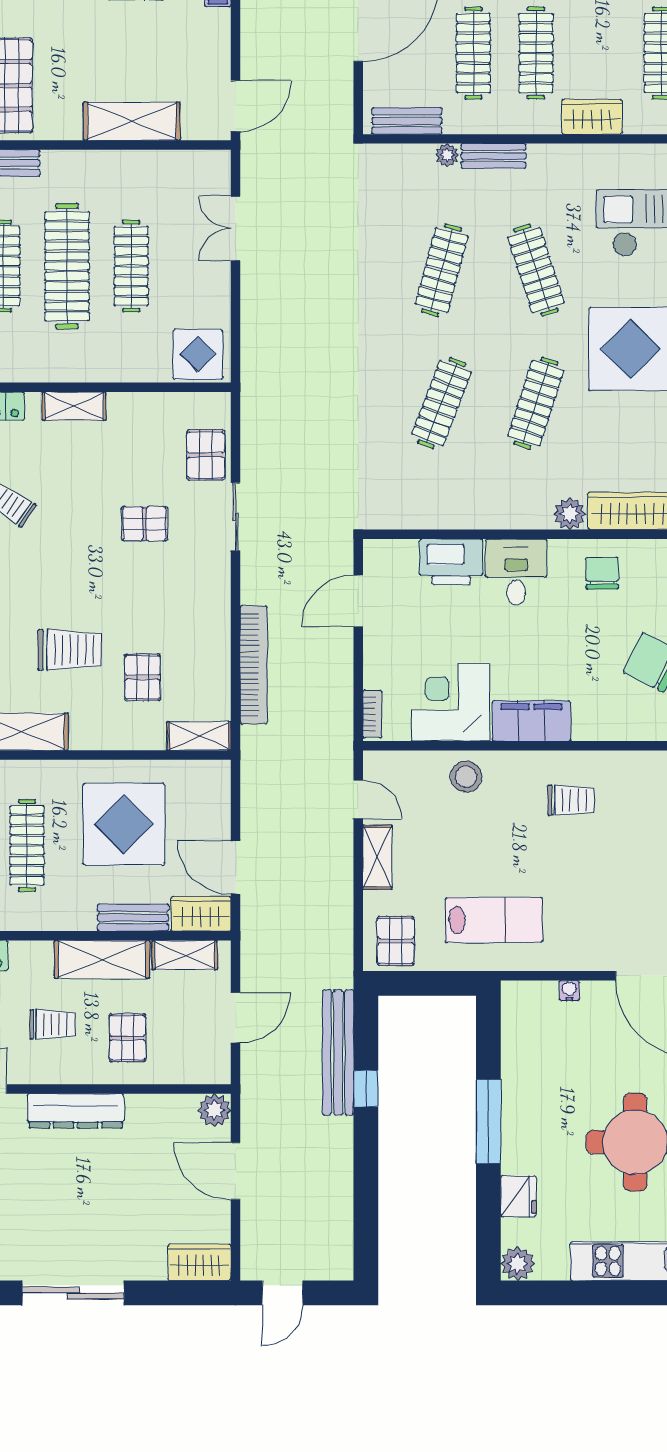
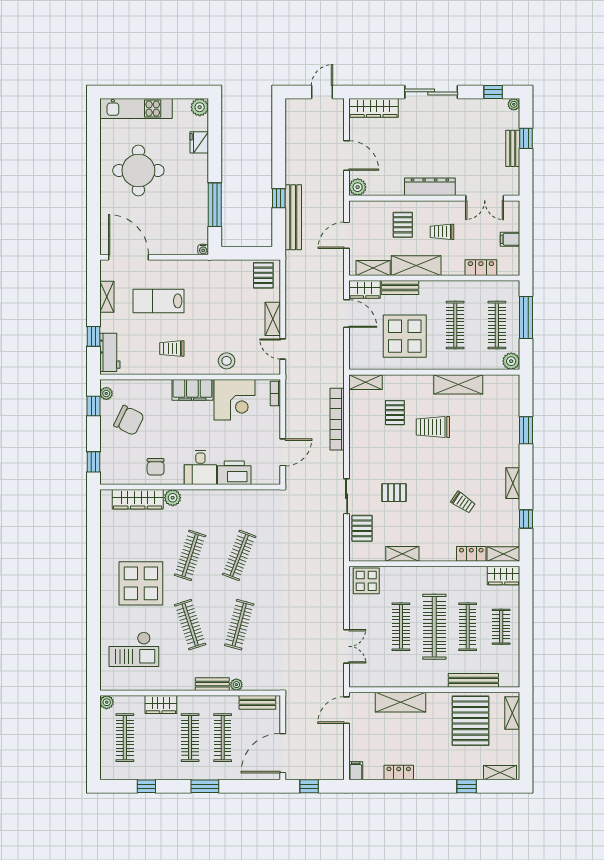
shelving: (74, 406) -> (402, 554), moved
lab bench: (494, 920) -> (159, 301), moved
water cooler: (569, 990) -> (203, 250), moved
window: (488, 1121) -> (215, 205), moved
wardrobe: (200, 1262) -> (374, 108), width x1.50

